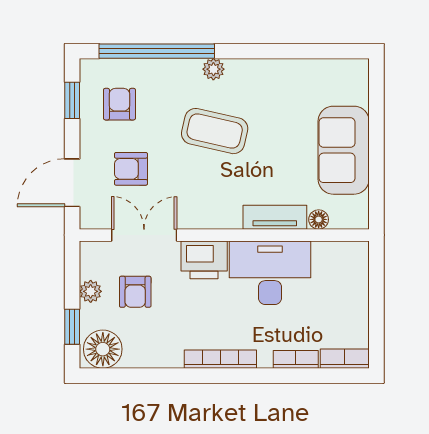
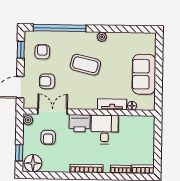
plant: (213, 69) -> (102, 37), moved
desk: (270, 273) -> (105, 130), width x0.73
plant: (91, 291) -> (28, 120), moved

